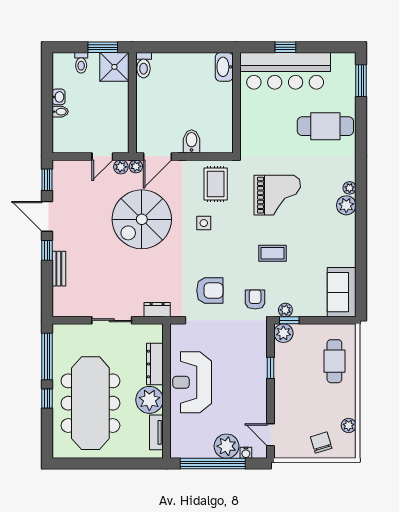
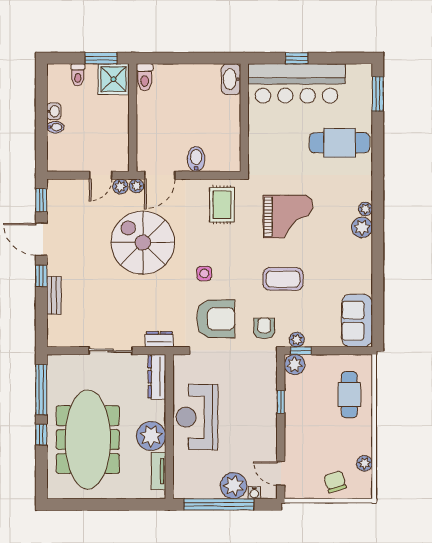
spiral stairs: (142, 219) -> (143, 243), turned 90
side table: (204, 223) -> (204, 274), moved
coffee table: (273, 253) -> (283, 279), width x1.36, depth x1.30
armchair: (210, 290) -> (216, 319), width x1.36, depth x1.36
dresser: (155, 364) -> (157, 377), moved

